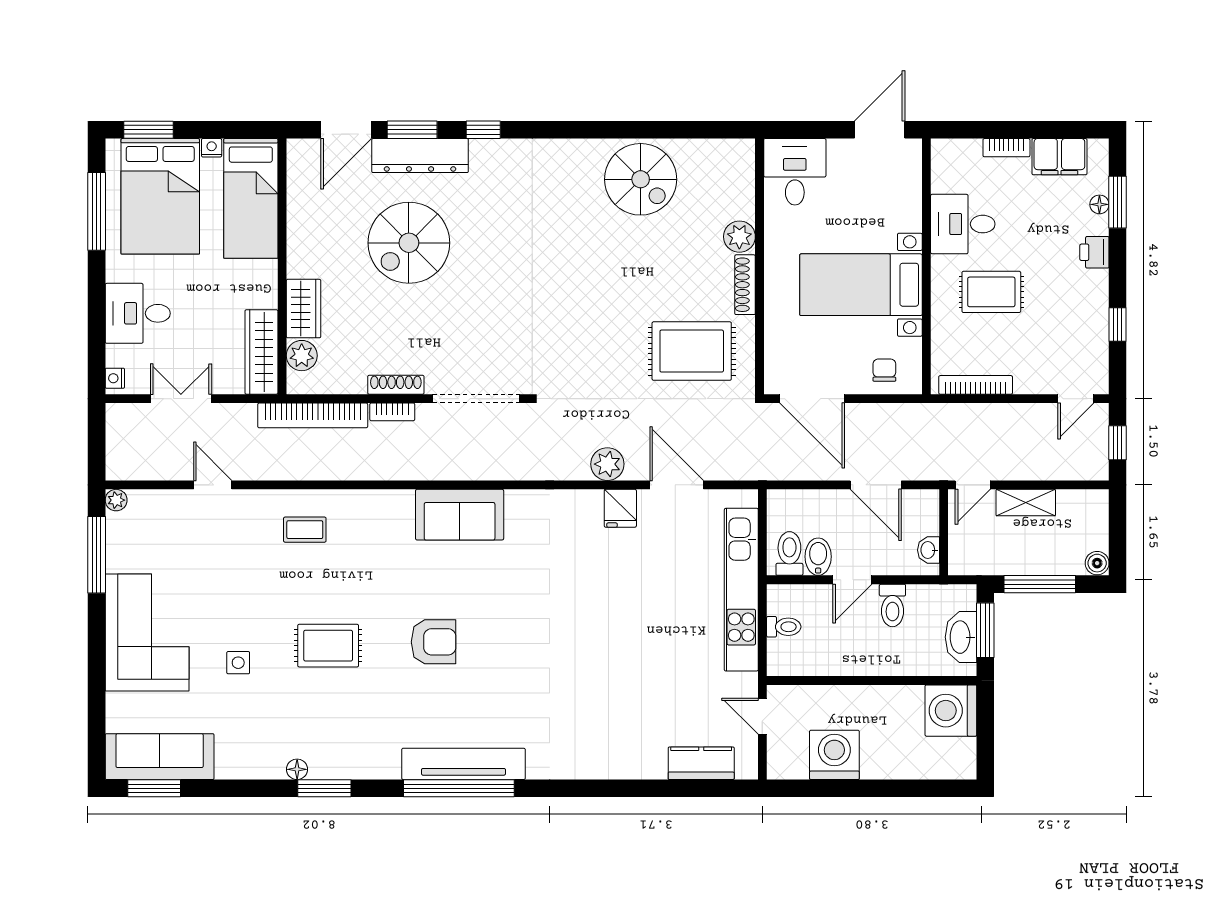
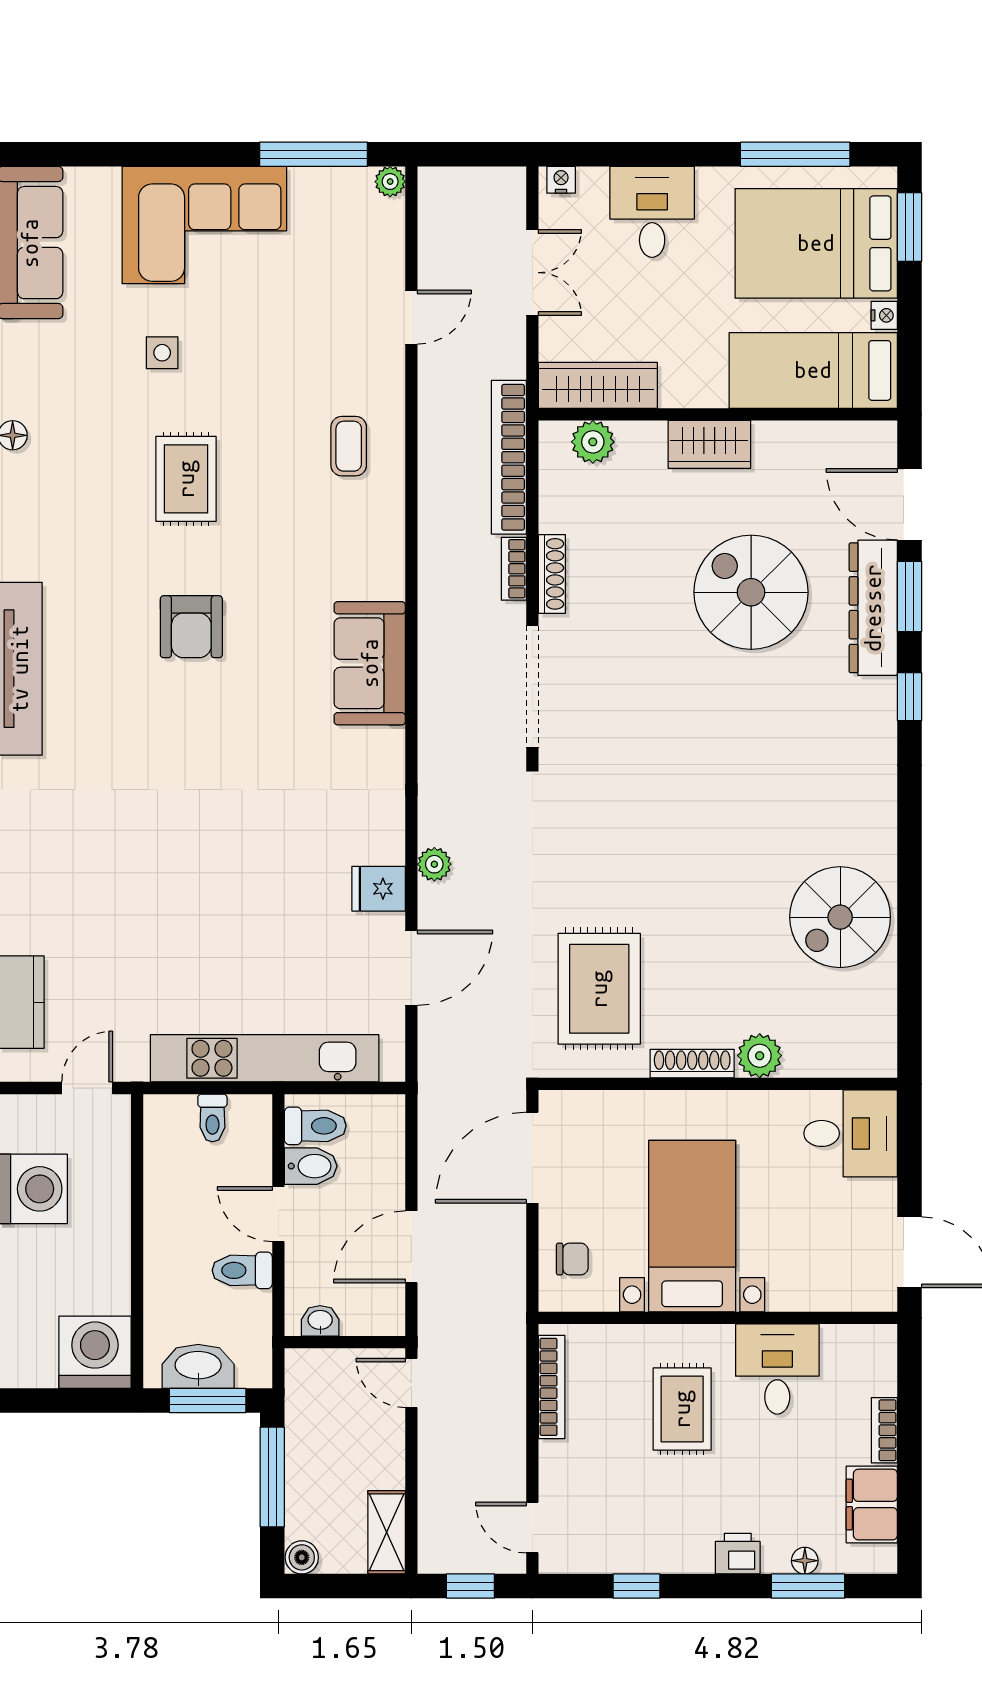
wardrobe: (304, 309) -> (709, 444), moved
plant: (607, 464) -> (434, 864), width x0.73, depth x0.73
shelving: (1026, 503) -> (387, 1532), moved

